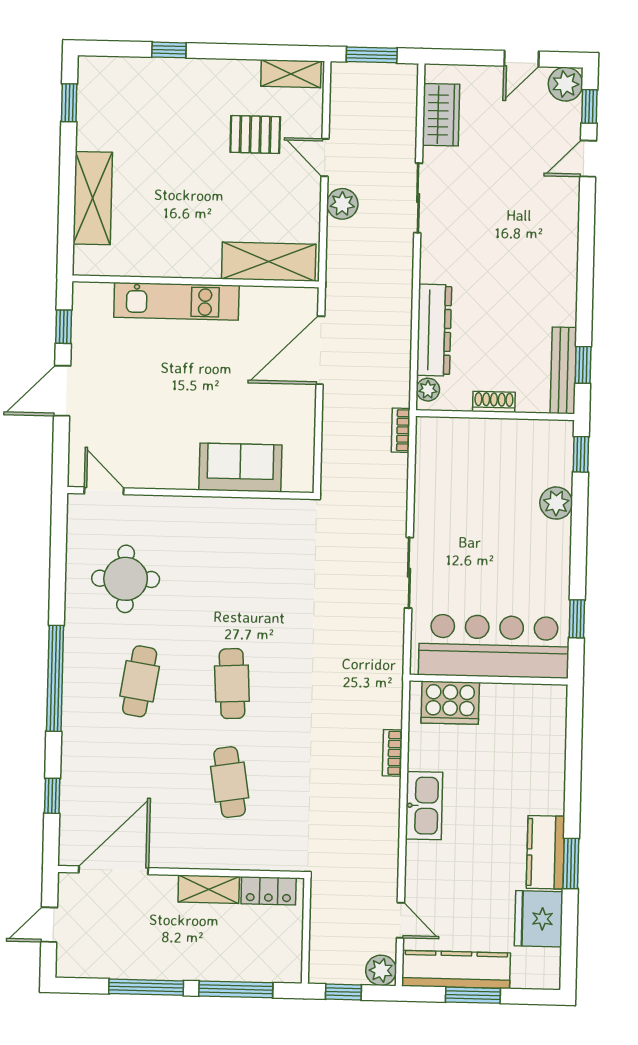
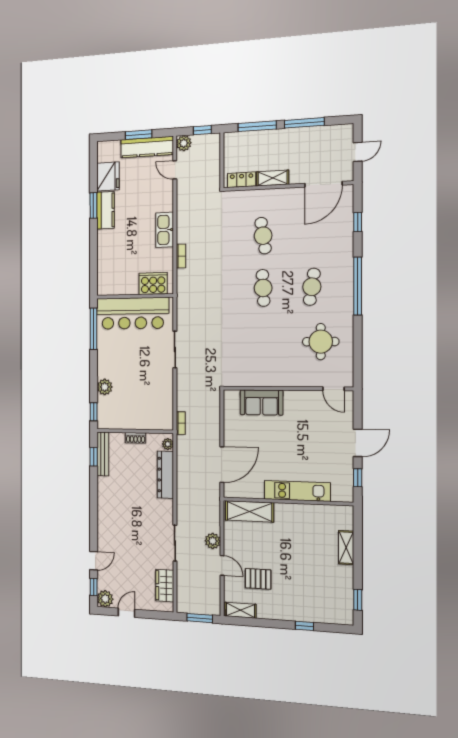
shelving: (93, 198) -> (346, 548), width x0.67, depth x0.75
window: (577, 619) -> (94, 329), width x2.17

